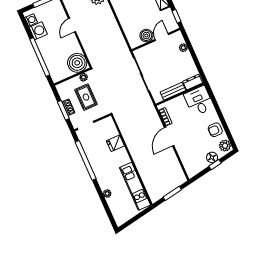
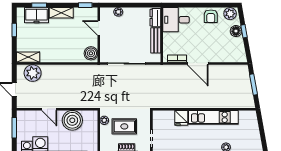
boiler: (146, 36) -> (91, 53), moved
boiler: (77, 63) -> (72, 120), moved
kitchen unit: (135, 186) -> (213, 117), moved

